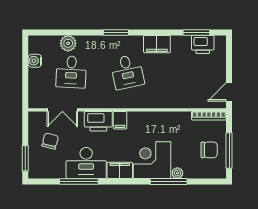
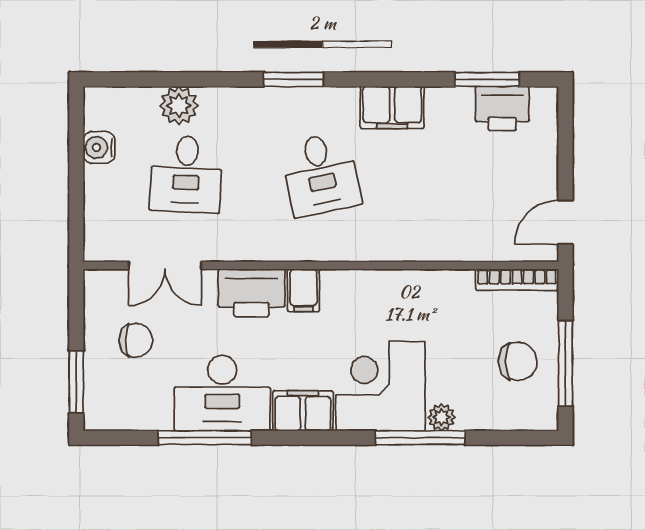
chair: (50, 141) -> (136, 340), turned 76

